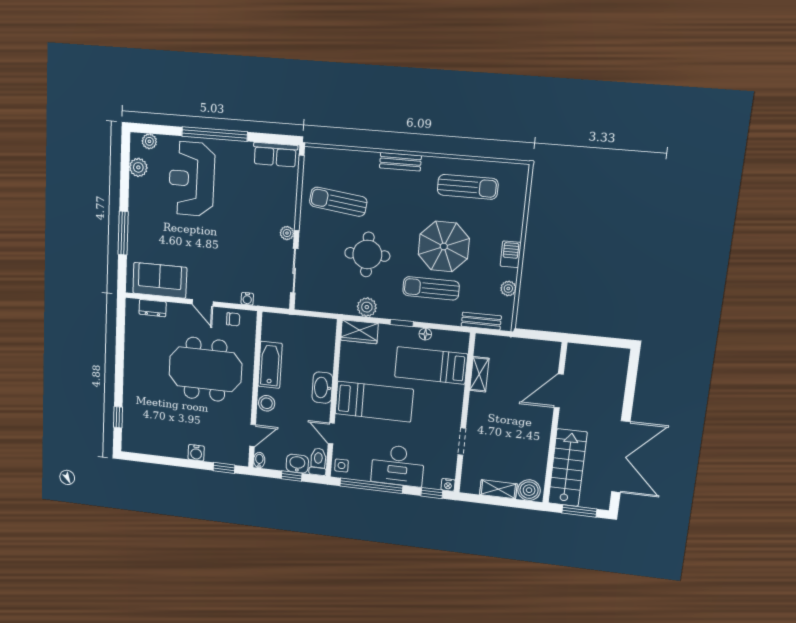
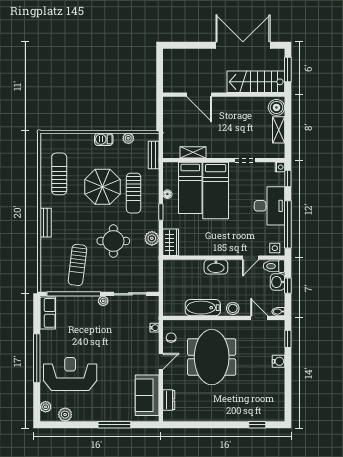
reception desk: (192, 179) -> (70, 374), turned 180
bed: (374, 402) -> (216, 190), moved, turned 180

